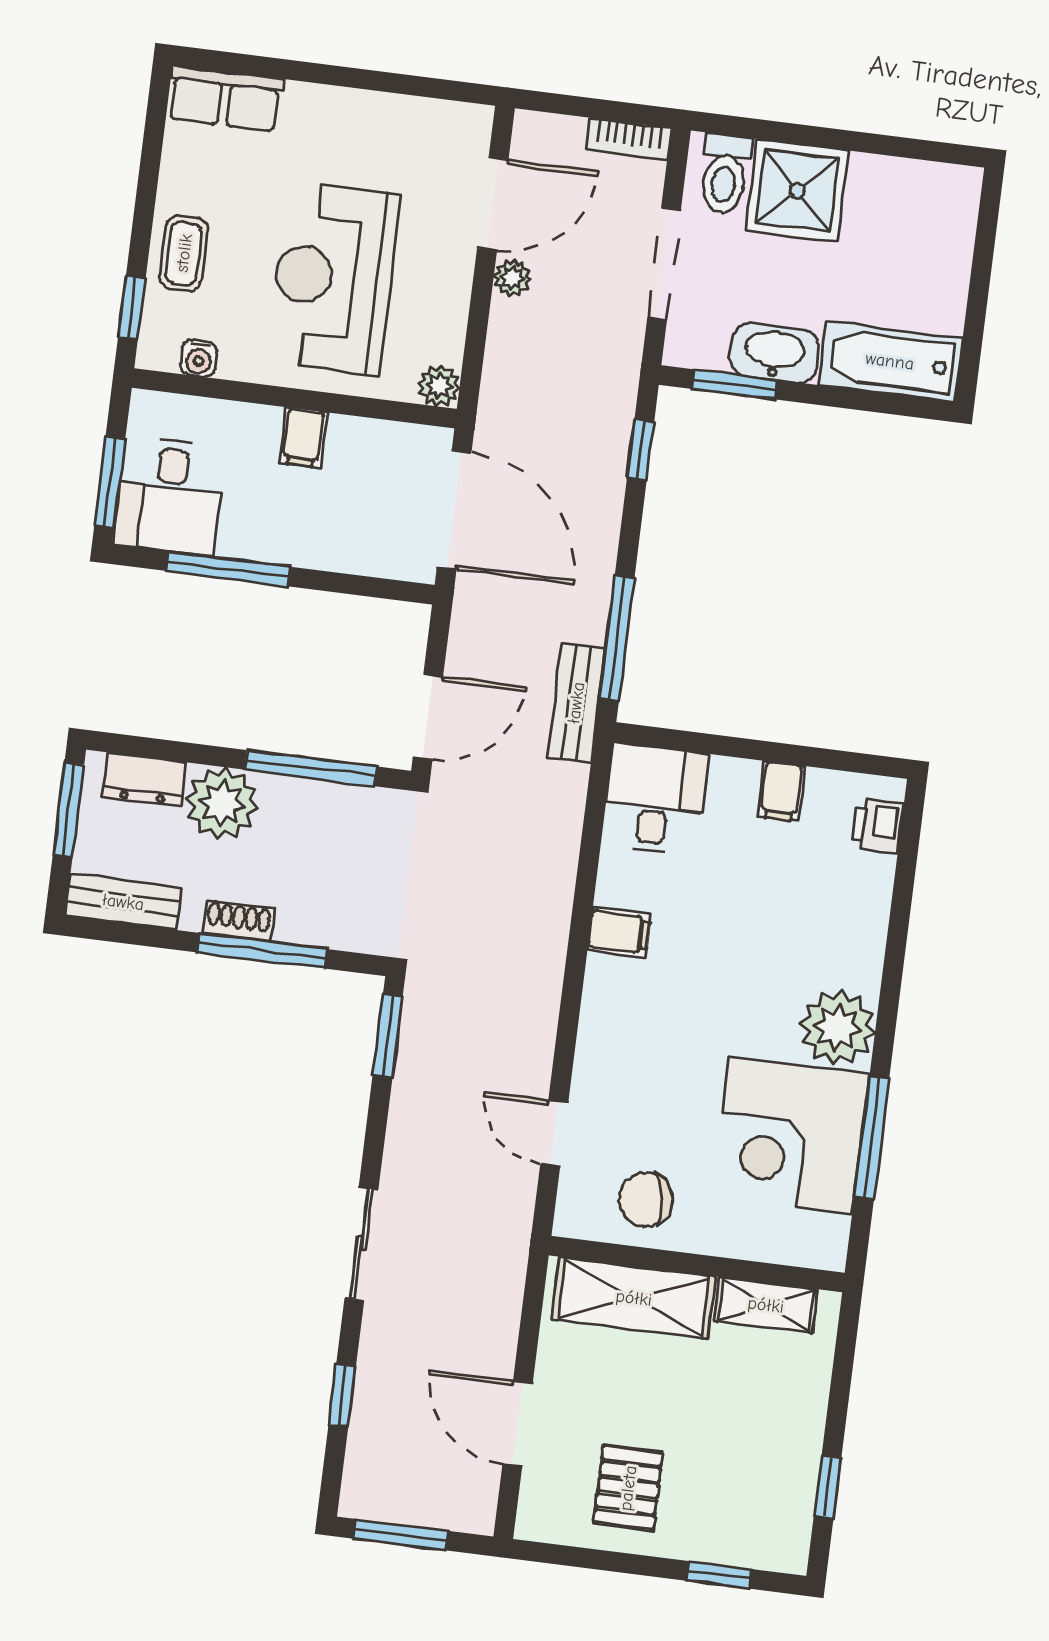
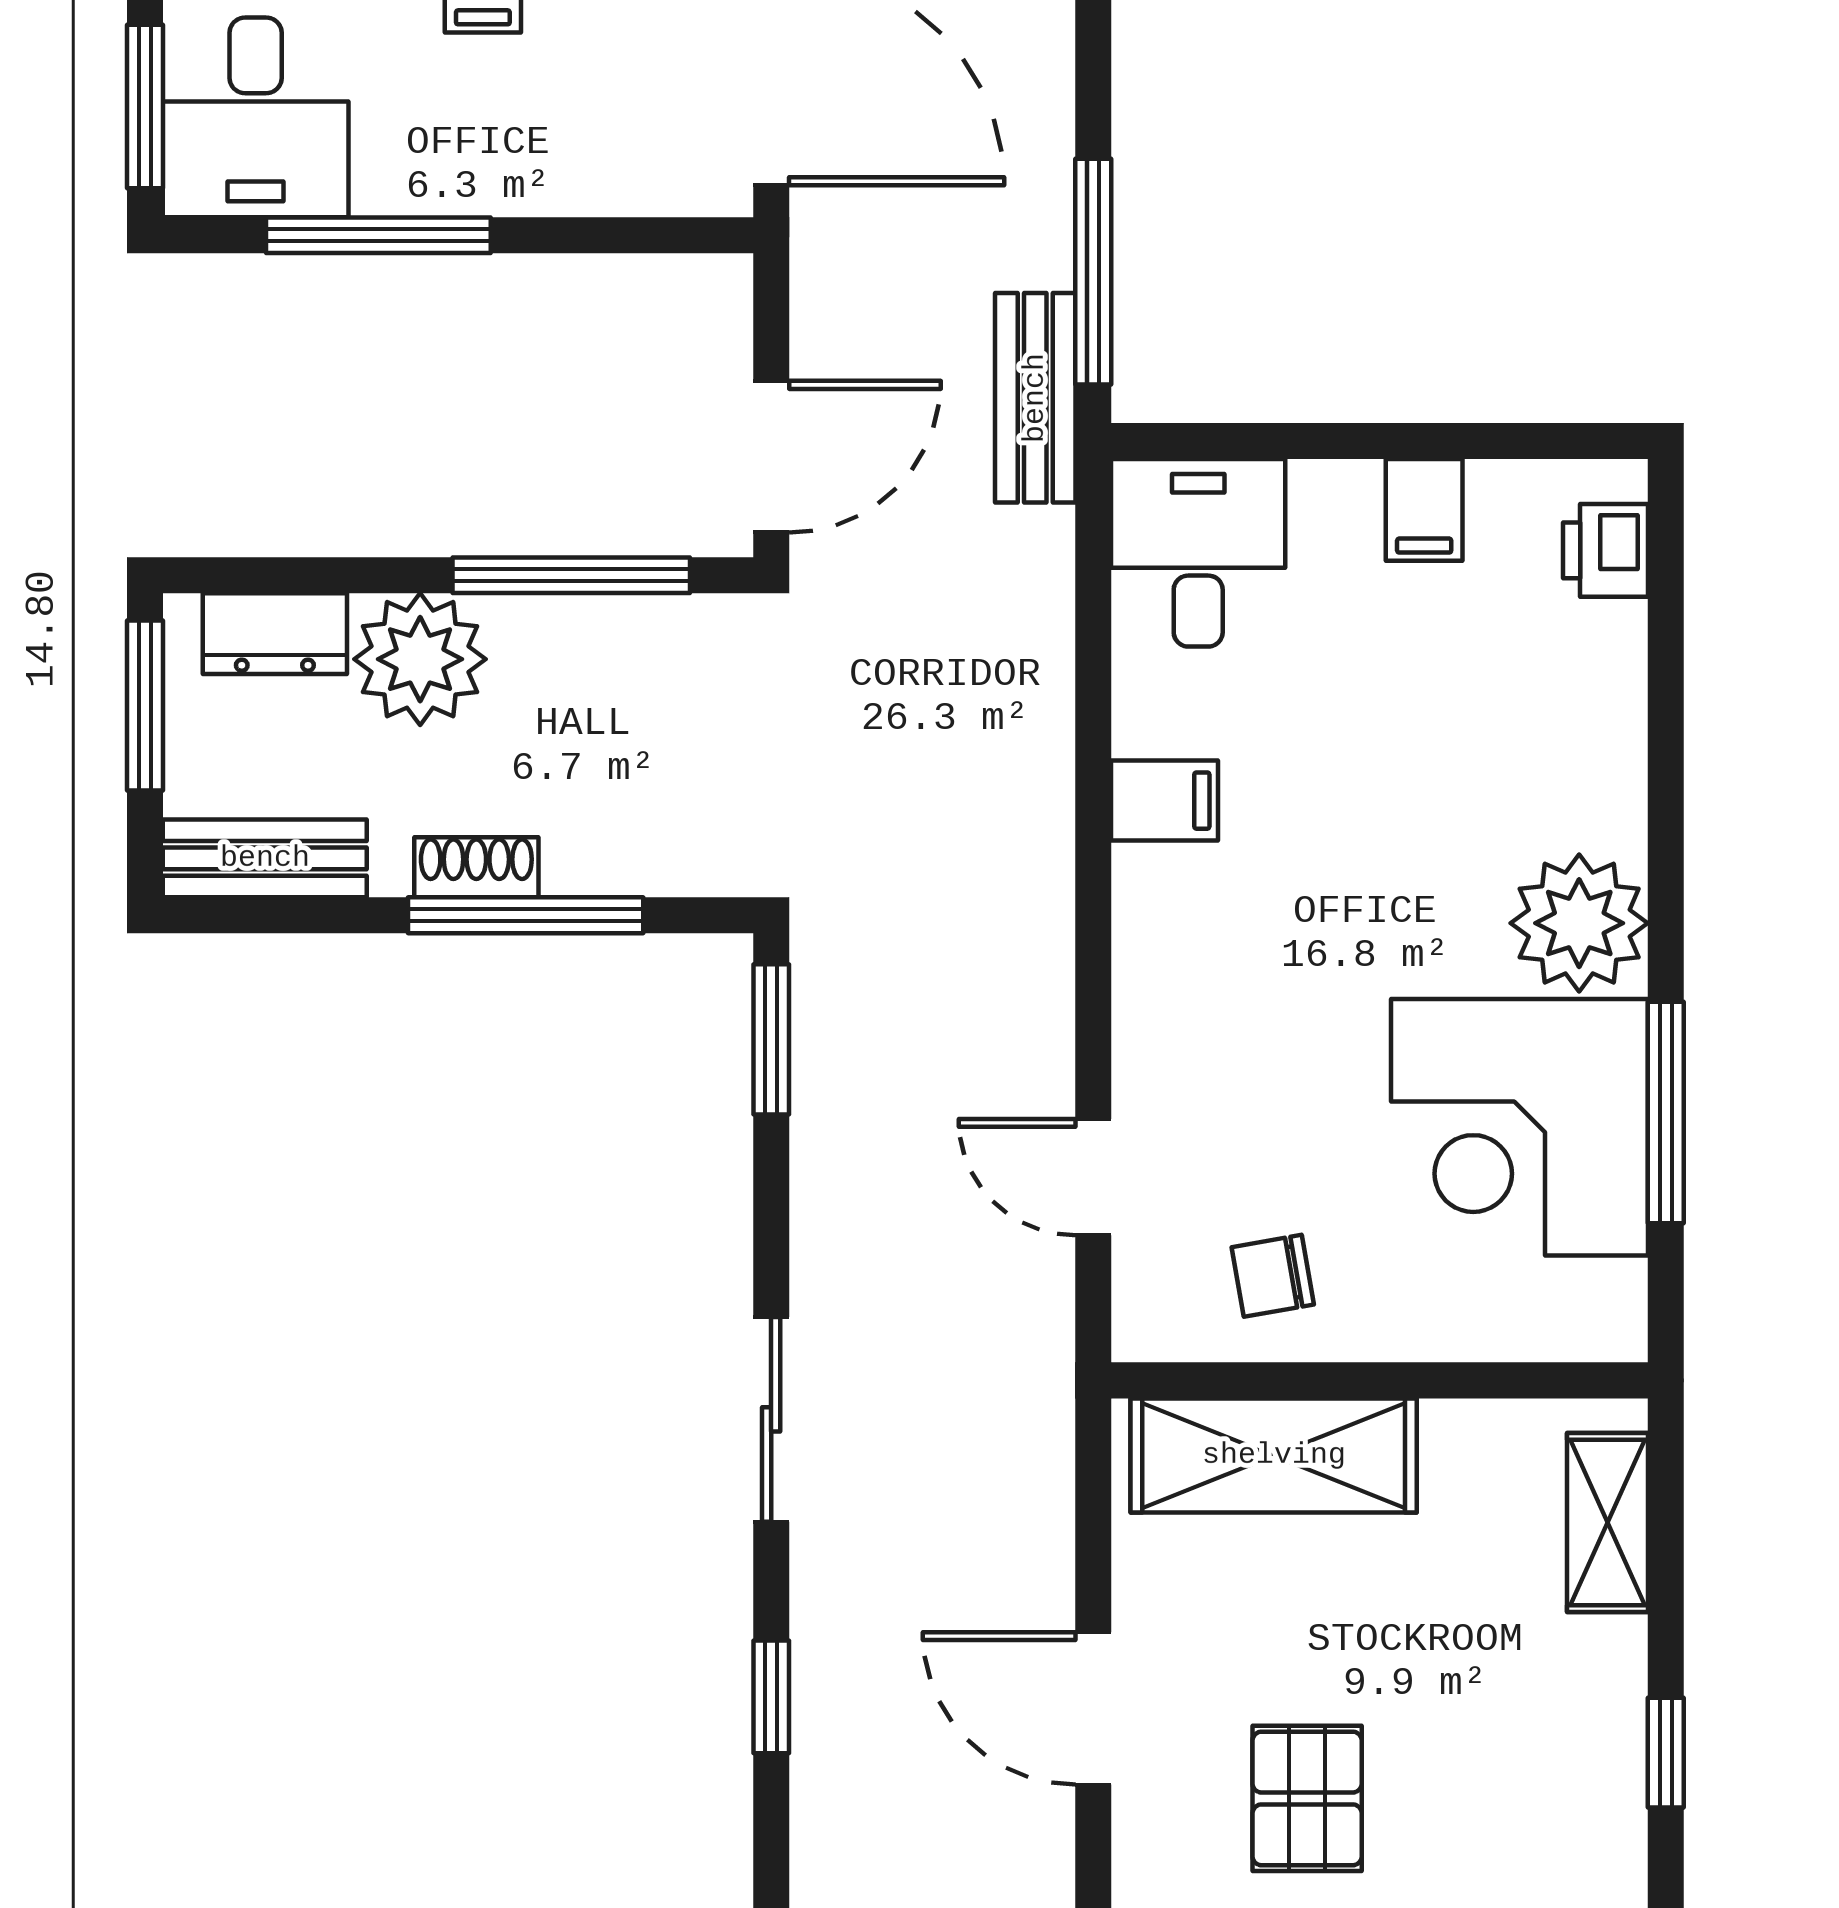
chair: (646, 1200) -> (1273, 1276), width x0.73, depth x0.73
shelving: (766, 1305) -> (1608, 1523), moved, turned 90

